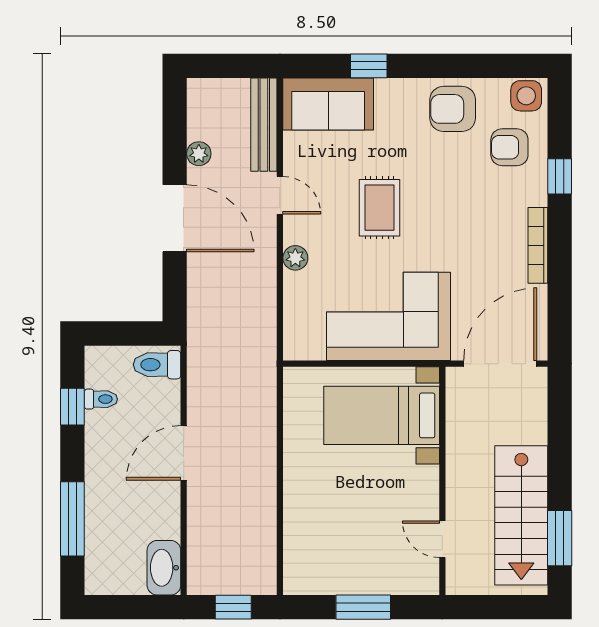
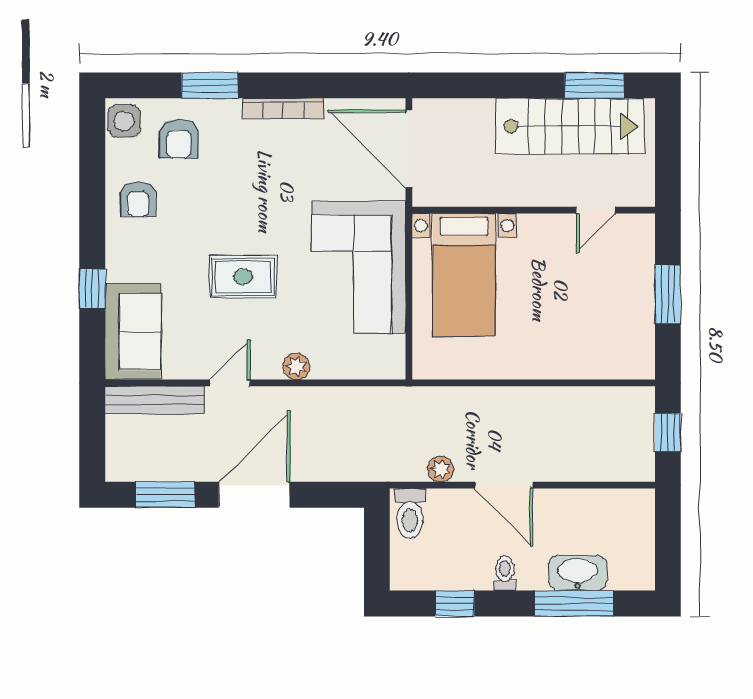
armchair: (453, 109) -> (138, 199), width x0.72, depth x0.72
window: (175, 135) -> (165, 495), added
plant: (199, 154) -> (441, 469), moved
window: (560, 176) -> (210, 85), width x1.50
toilet: (101, 399) -> (505, 573), moved
washbasin: (164, 568) -> (578, 573), moved, turned 180

